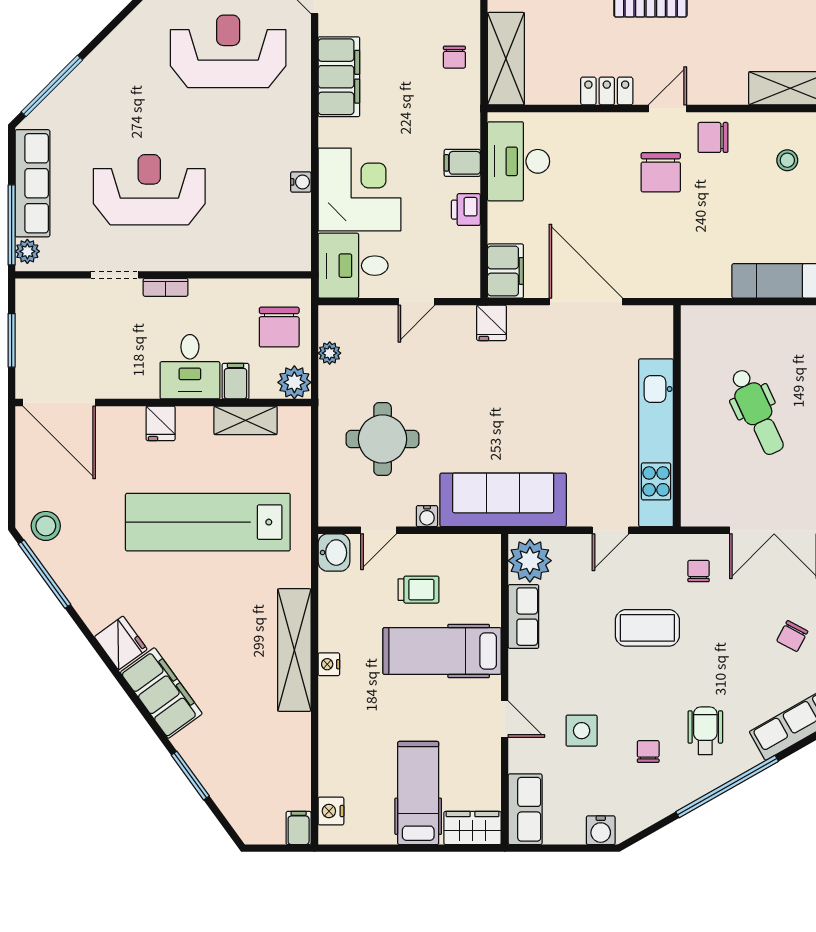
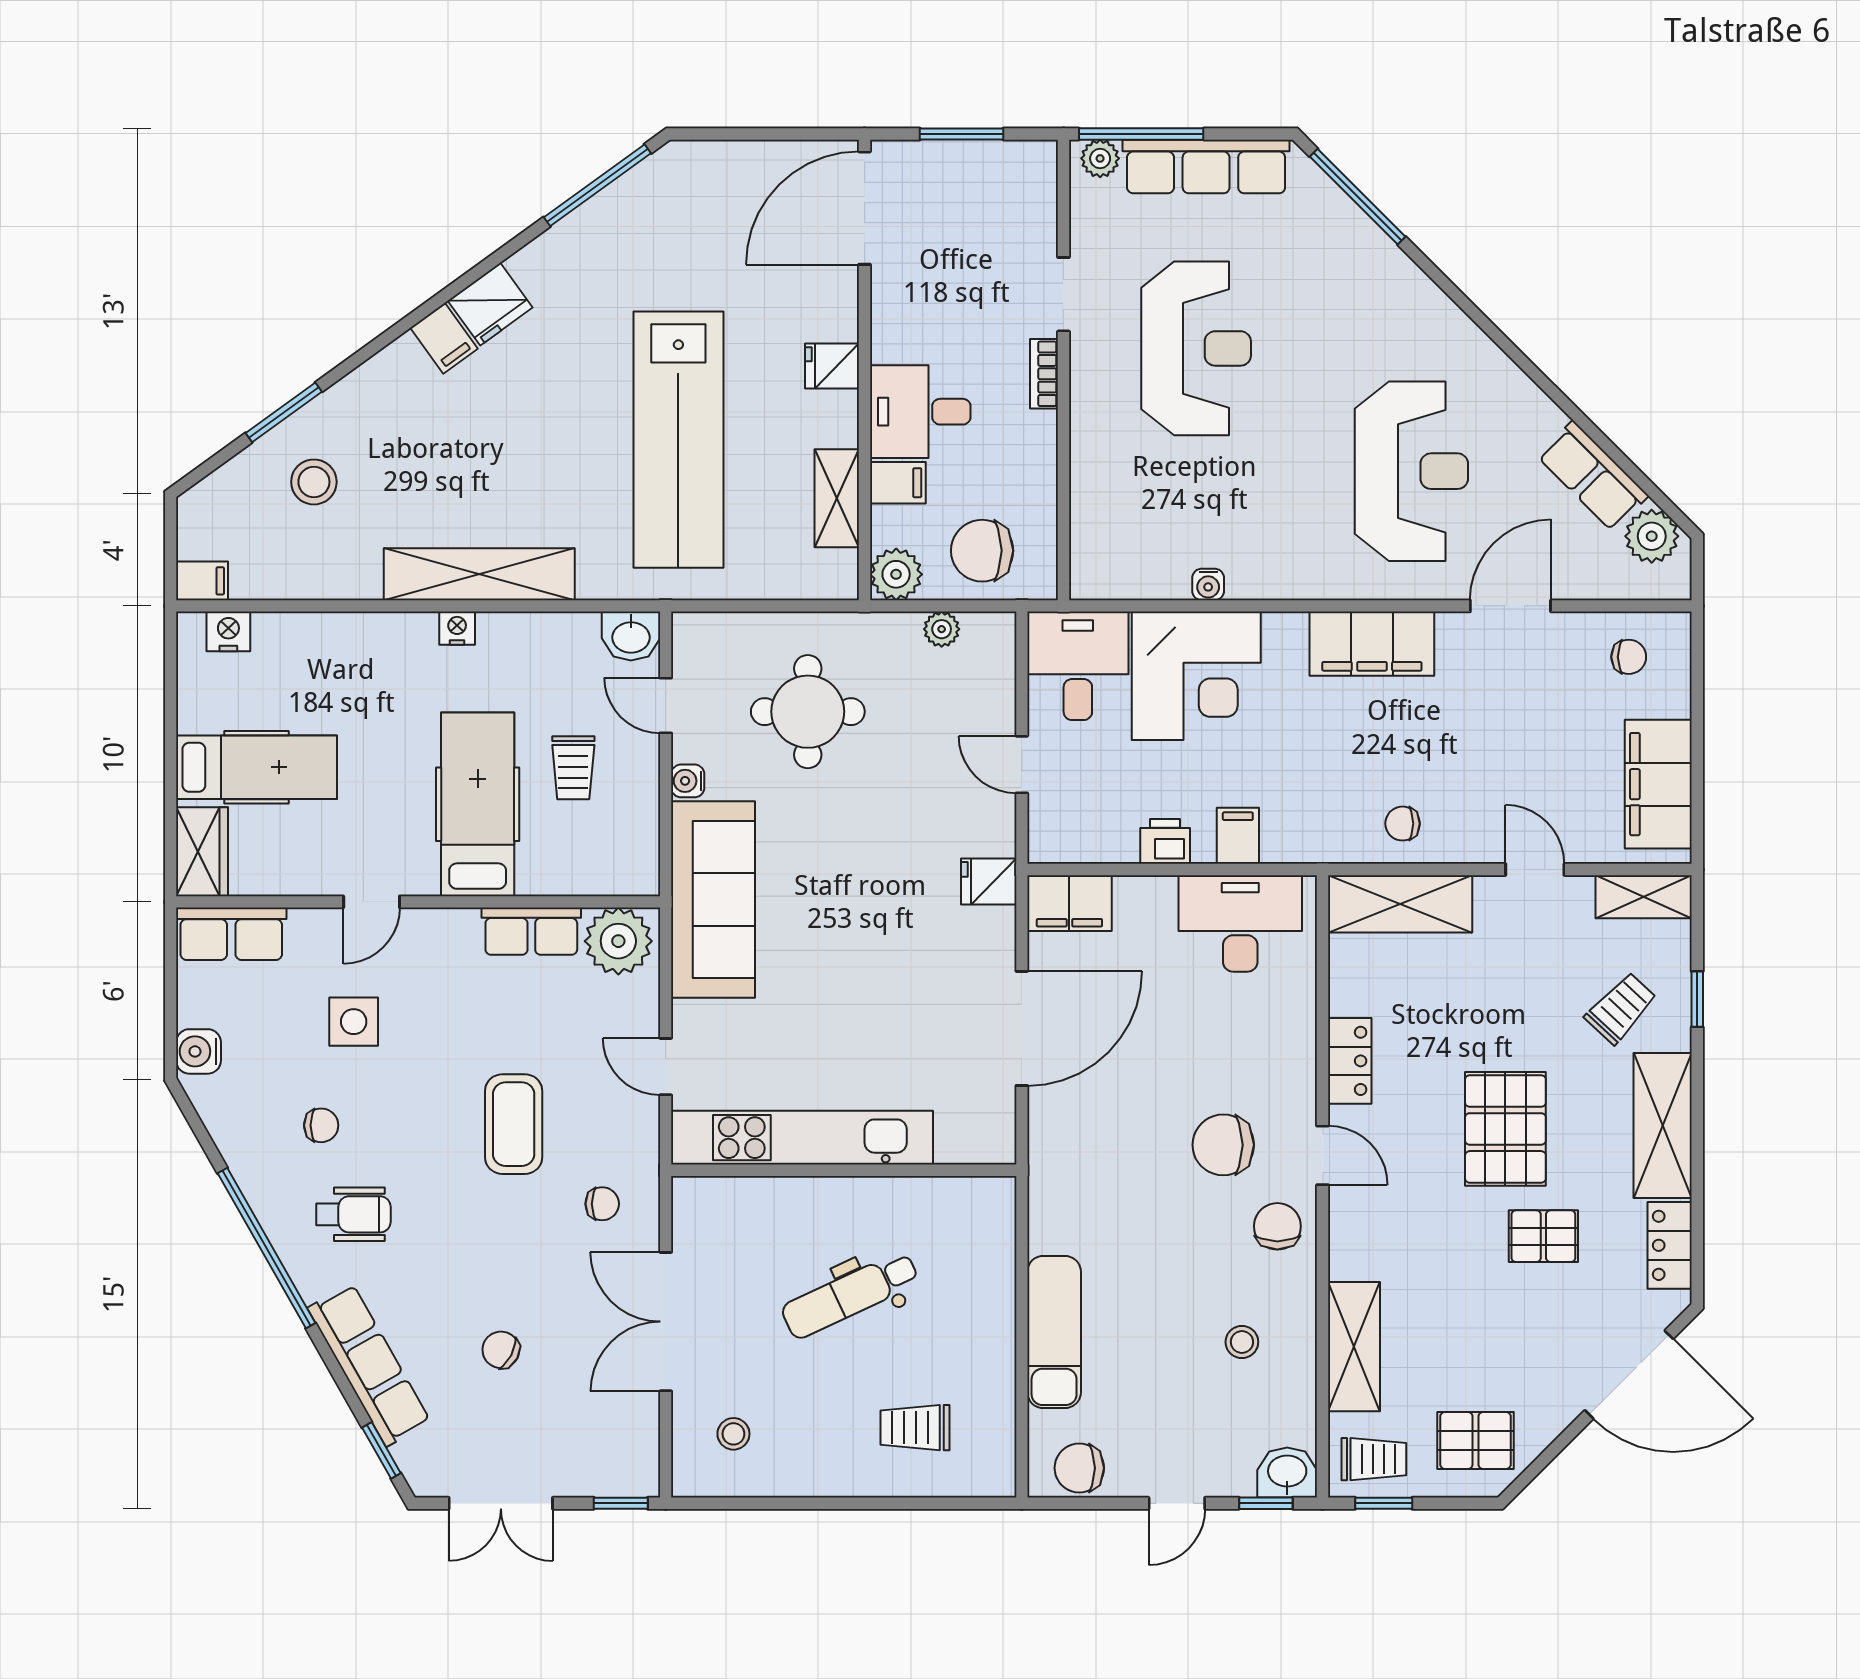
lab bench: (208, 522) -> (678, 440), turned 180
stool: (46, 526) -> (314, 482), moved
filing cabinet: (161, 693) -> (444, 338), width x0.33, depth x0.86

